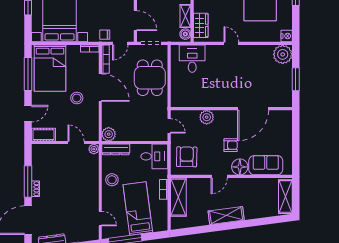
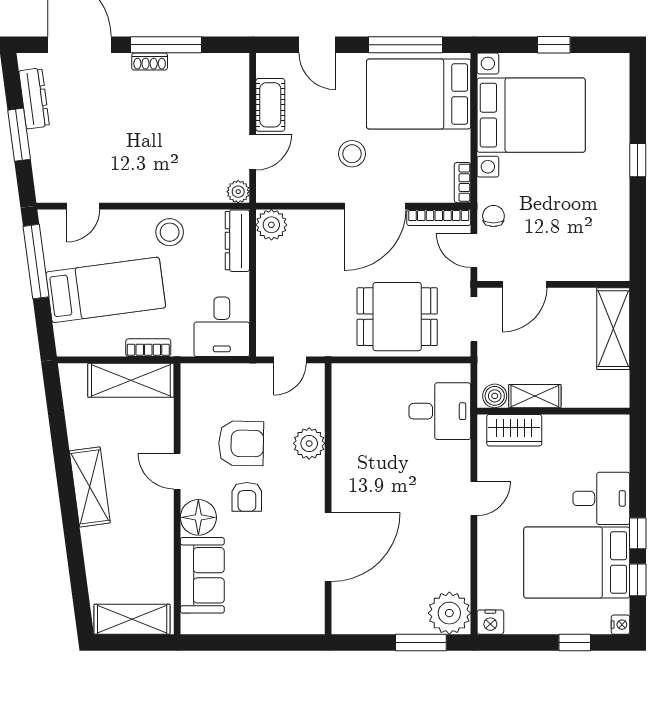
window: (296, 79) -> (421, 642), moved
door: (253, 109) -> (328, 547), swing flipped
cot: (43, 135) -> (270, 105), moved
armchair: (187, 157) -> (241, 443), moved

